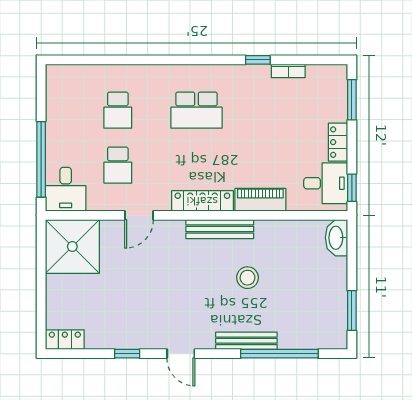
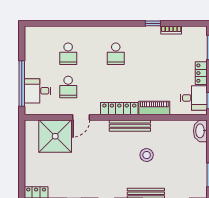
school desk: (197, 110) -> (116, 54), width x0.54
desk: (66, 189) -> (38, 91), moved, turned 90
shower: (72, 247) -> (55, 136), moved

